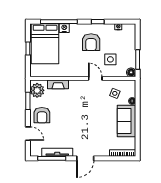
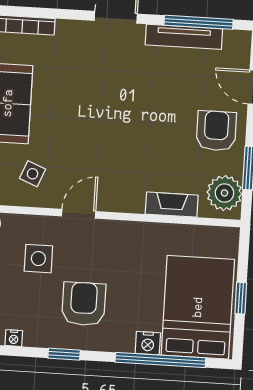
door: (95, 78) -> (79, 214), swing flipped

